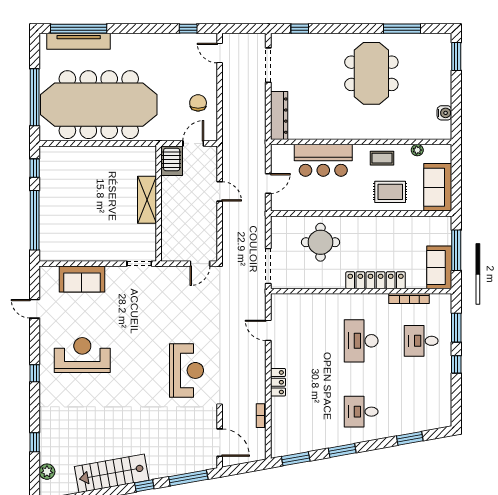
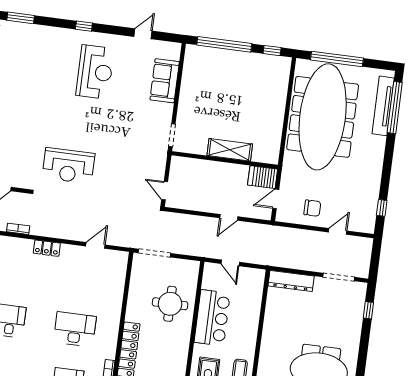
door: (220, 53) -> (338, 231), moved
door: (193, 143) -> (276, 199), swing flipped
bar counter: (323, 160) -> (212, 318), moved, turned 180
window: (35, 442) -> (21, 18), width x1.50

